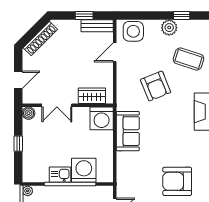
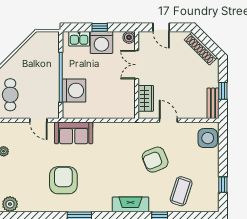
plant: (169, 28) -> (211, 173), removed
door: (115, 52) -> (168, 120), moved
washing machine: (102, 118) -> (101, 42), moved, turned -90
sofa: (128, 131) -> (74, 133), moved
kitchen sink: (60, 175) -> (79, 39), moved, turned 90
plant: (28, 191) -> (54, 36), removed

